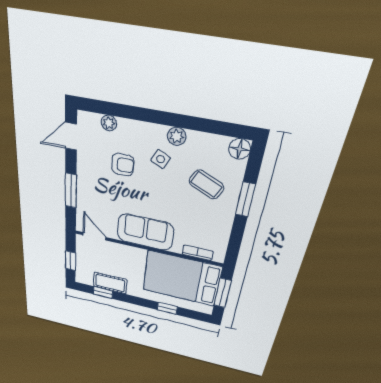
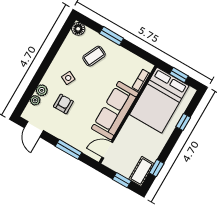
plant: (177, 136) -> (42, 90), moved
sofa: (145, 232) -> (115, 111), width x1.36
cot: (110, 283) -> (141, 171), moved
window: (223, 293) -> (179, 75), width x0.67

